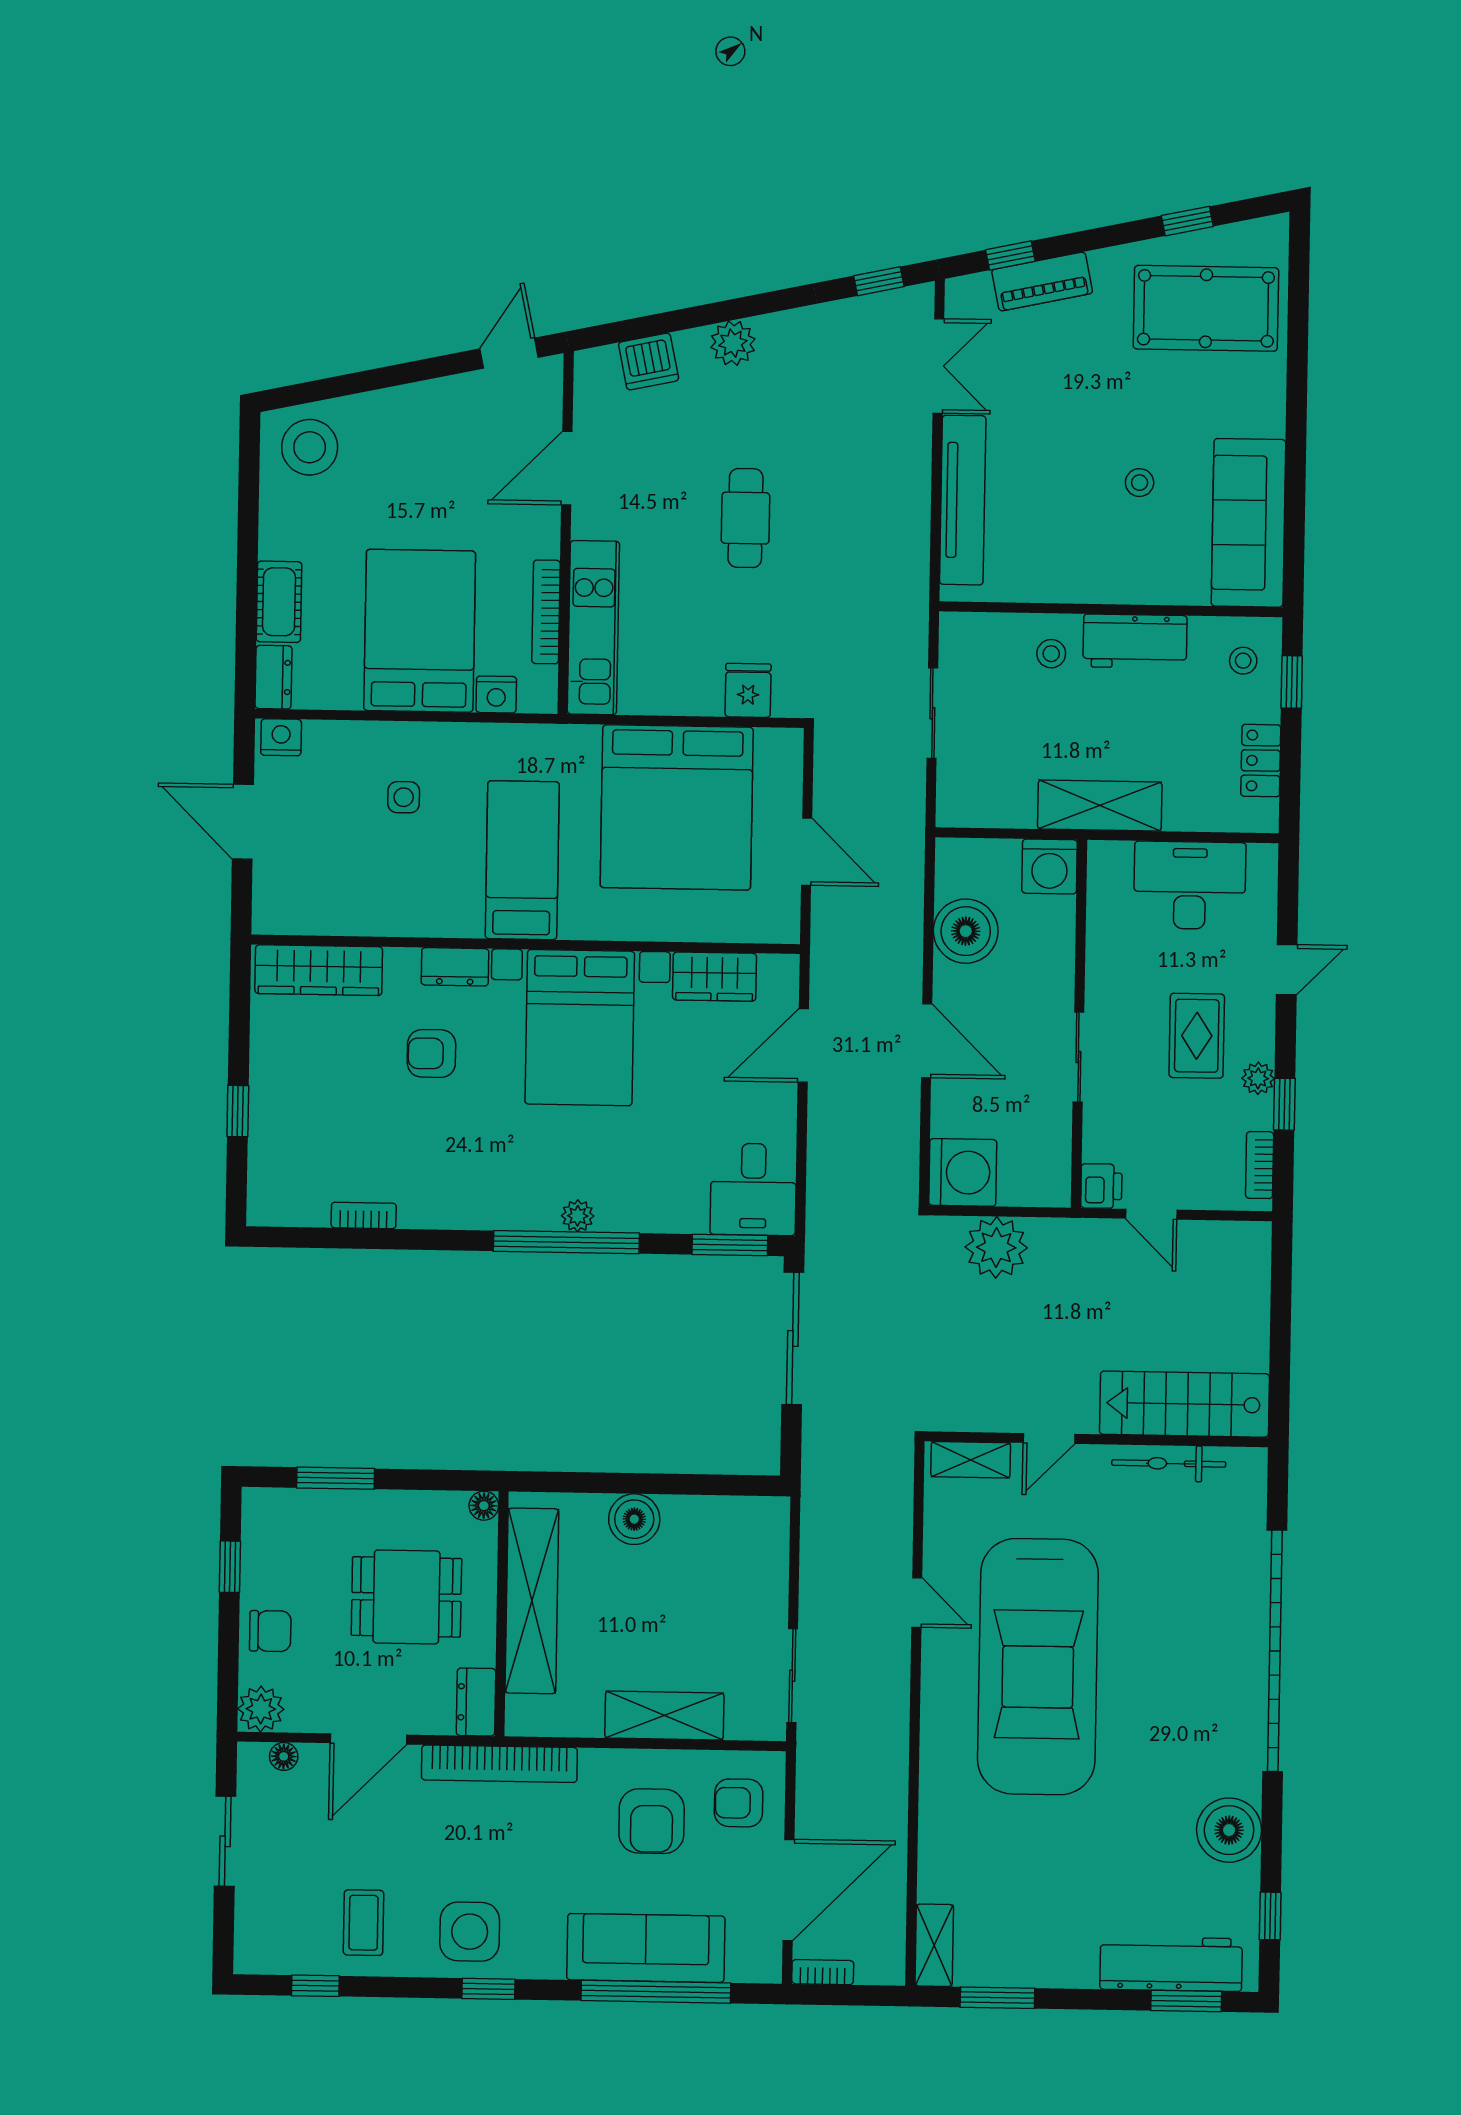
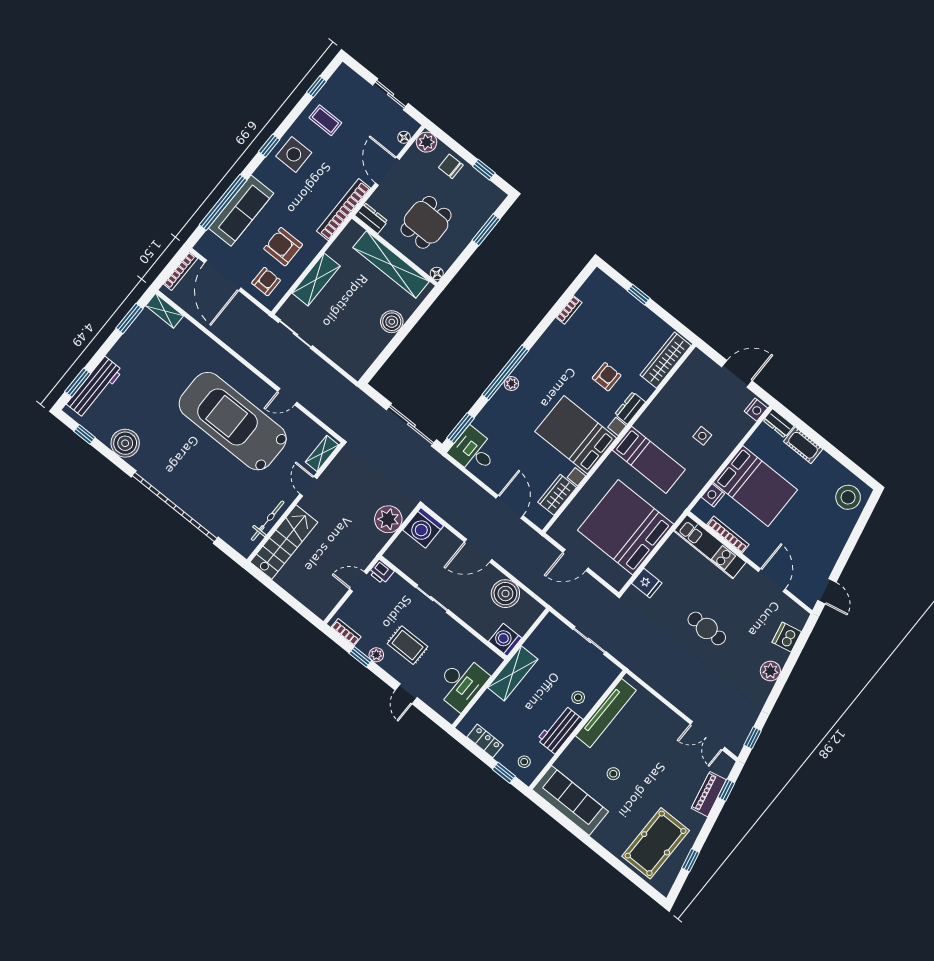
tv unit: (963, 500) -> (606, 713), moved, turned -90
chair: (270, 1631) -> (451, 166), turned 90
bookcase: (823, 1972) -> (180, 271), width x1.56

